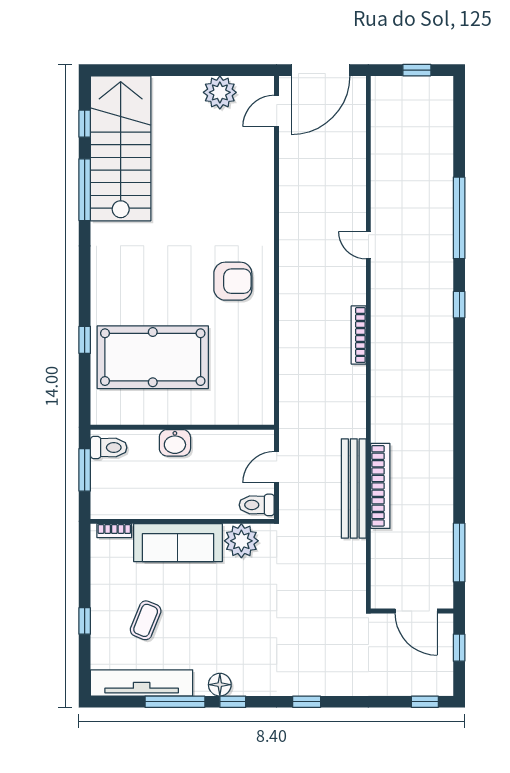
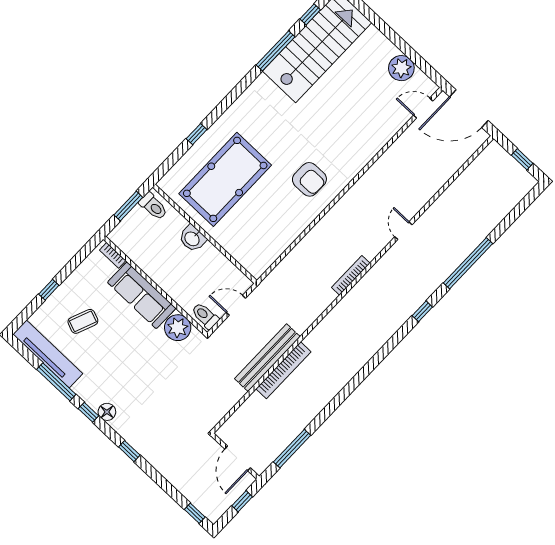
pool table: (153, 357) -> (225, 179), turned 90
floor lamp: (220, 685) -> (107, 412), moved

